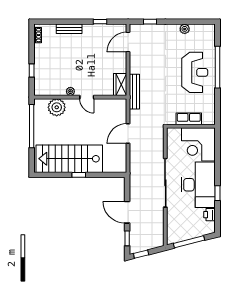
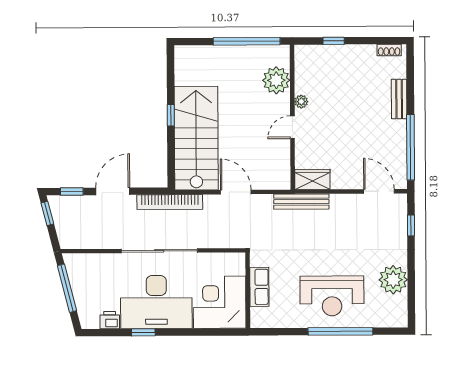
window: (100, 22) -> (411, 147), width x3.17
plant: (185, 29) -> (393, 280), width x1.88, depth x1.88
stairs: (69, 159) -> (196, 138), moved
bookcase: (134, 176) -> (170, 202), added

